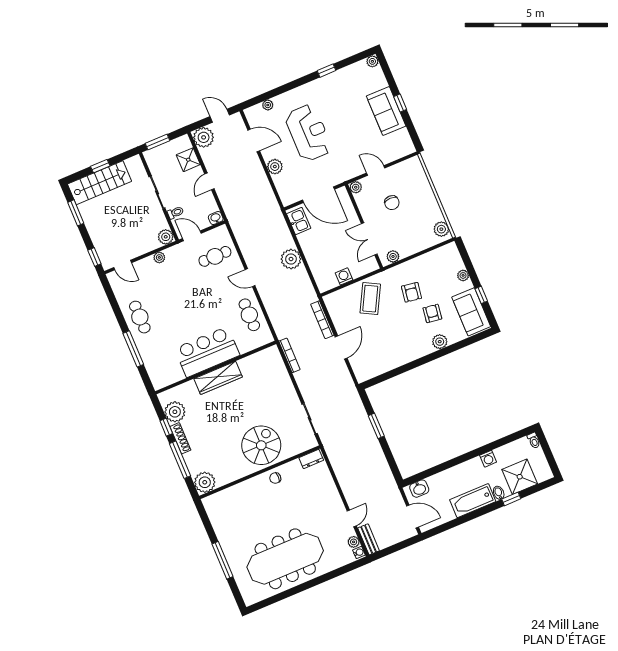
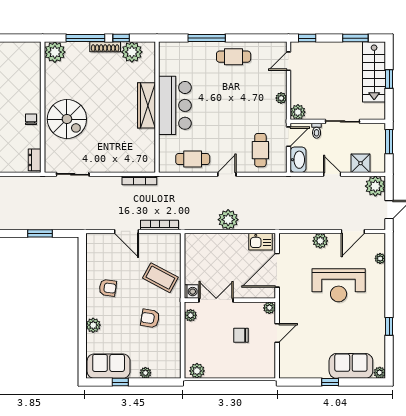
sofa: (386, 111) -> (351, 366), moved
washbasin: (216, 218) -> (298, 160), width x1.91, depth x1.45
washing machine: (344, 276) -> (191, 292), moved
armchair: (432, 313) -> (108, 288), moved

